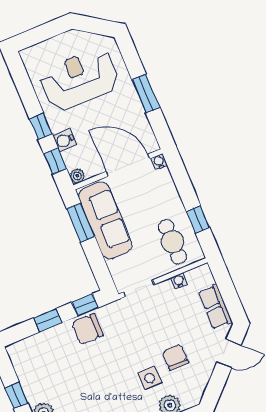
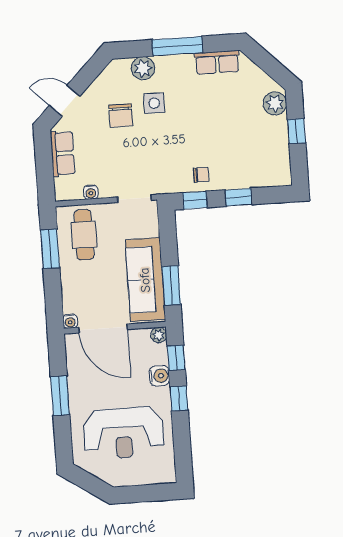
window: (198, 219) -> (50, 249), width x1.50
chair: (87, 329) -> (201, 175), width x0.54, depth x0.54

